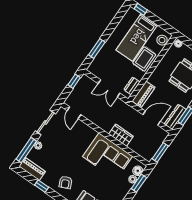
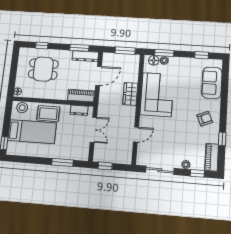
door: (74, 113) -> (136, 134), moved
door: (152, 118) -> (99, 76), swing flipped
window: (26, 150) -> (197, 173), width x0.46

